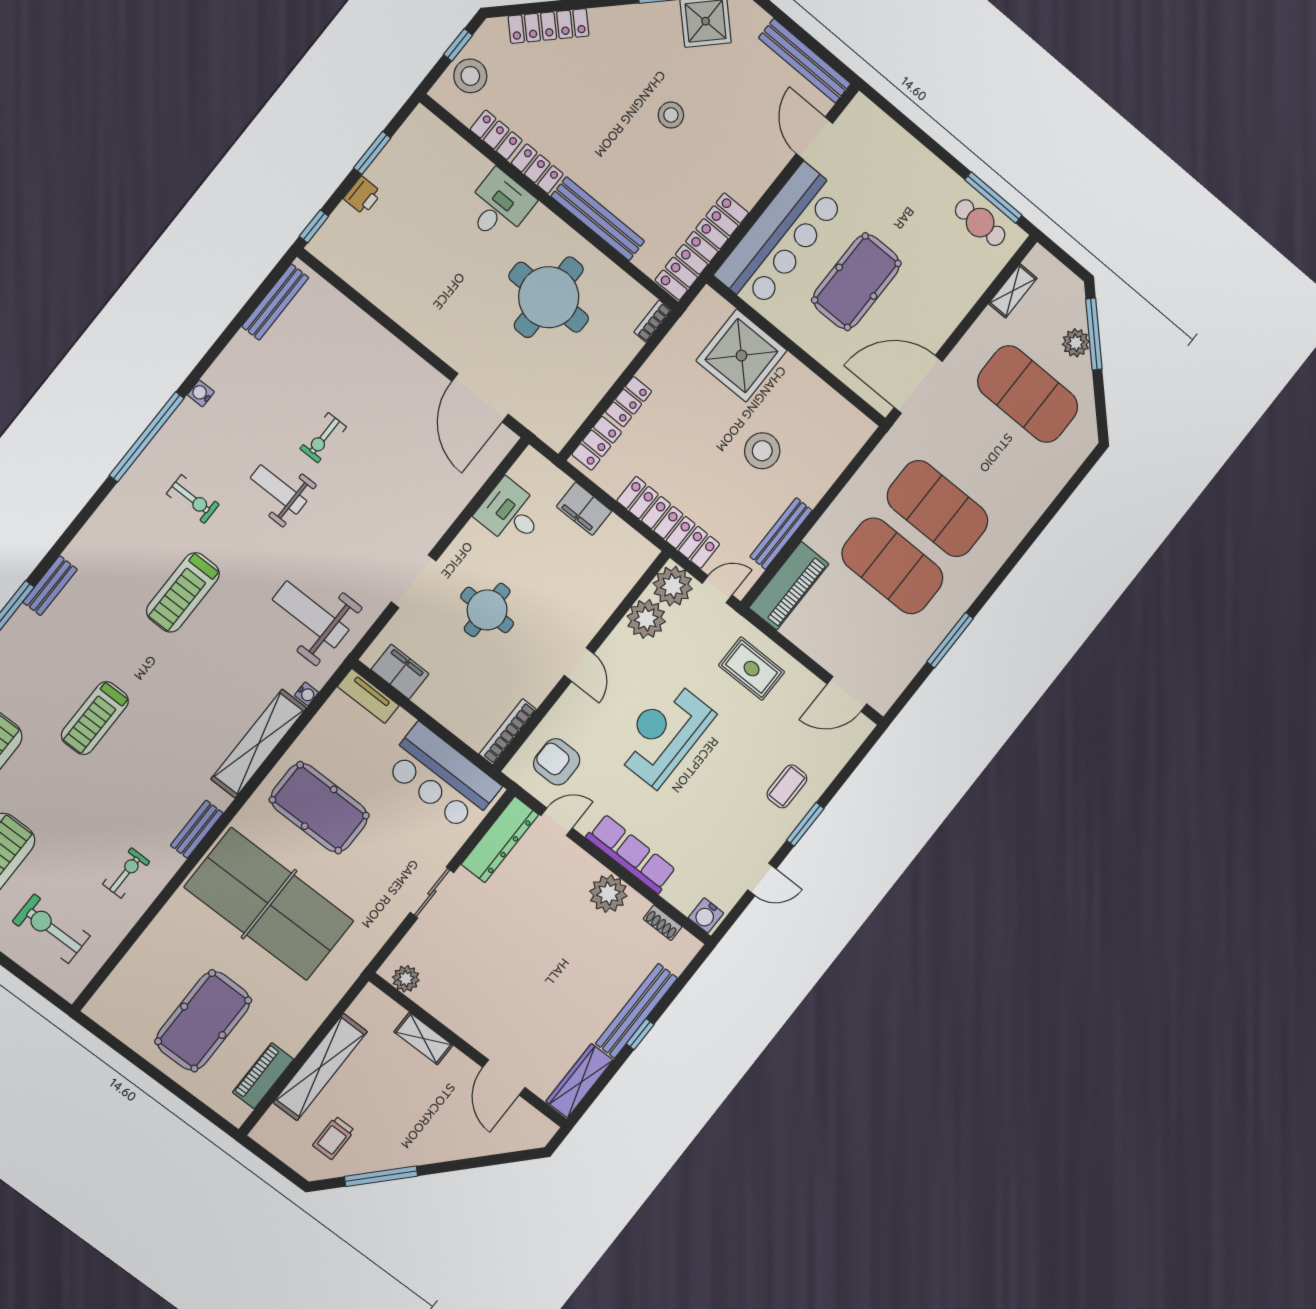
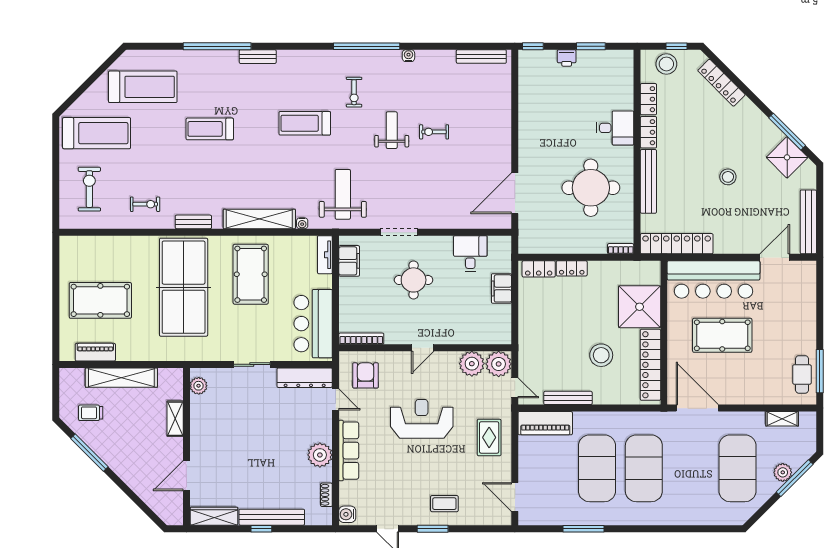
locker: (668, 522) -> (650, 365), moved, turned 180

